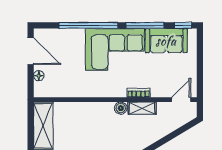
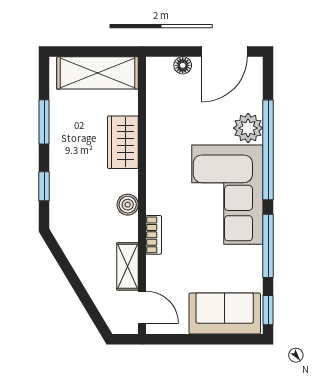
plant: (76, 37) -> (248, 128), added
sofa: (166, 41) -> (225, 314), moved, turned 90
shelving: (142, 108) -> (128, 266), moved
wardrobe: (84, 111) -> (123, 142), added

